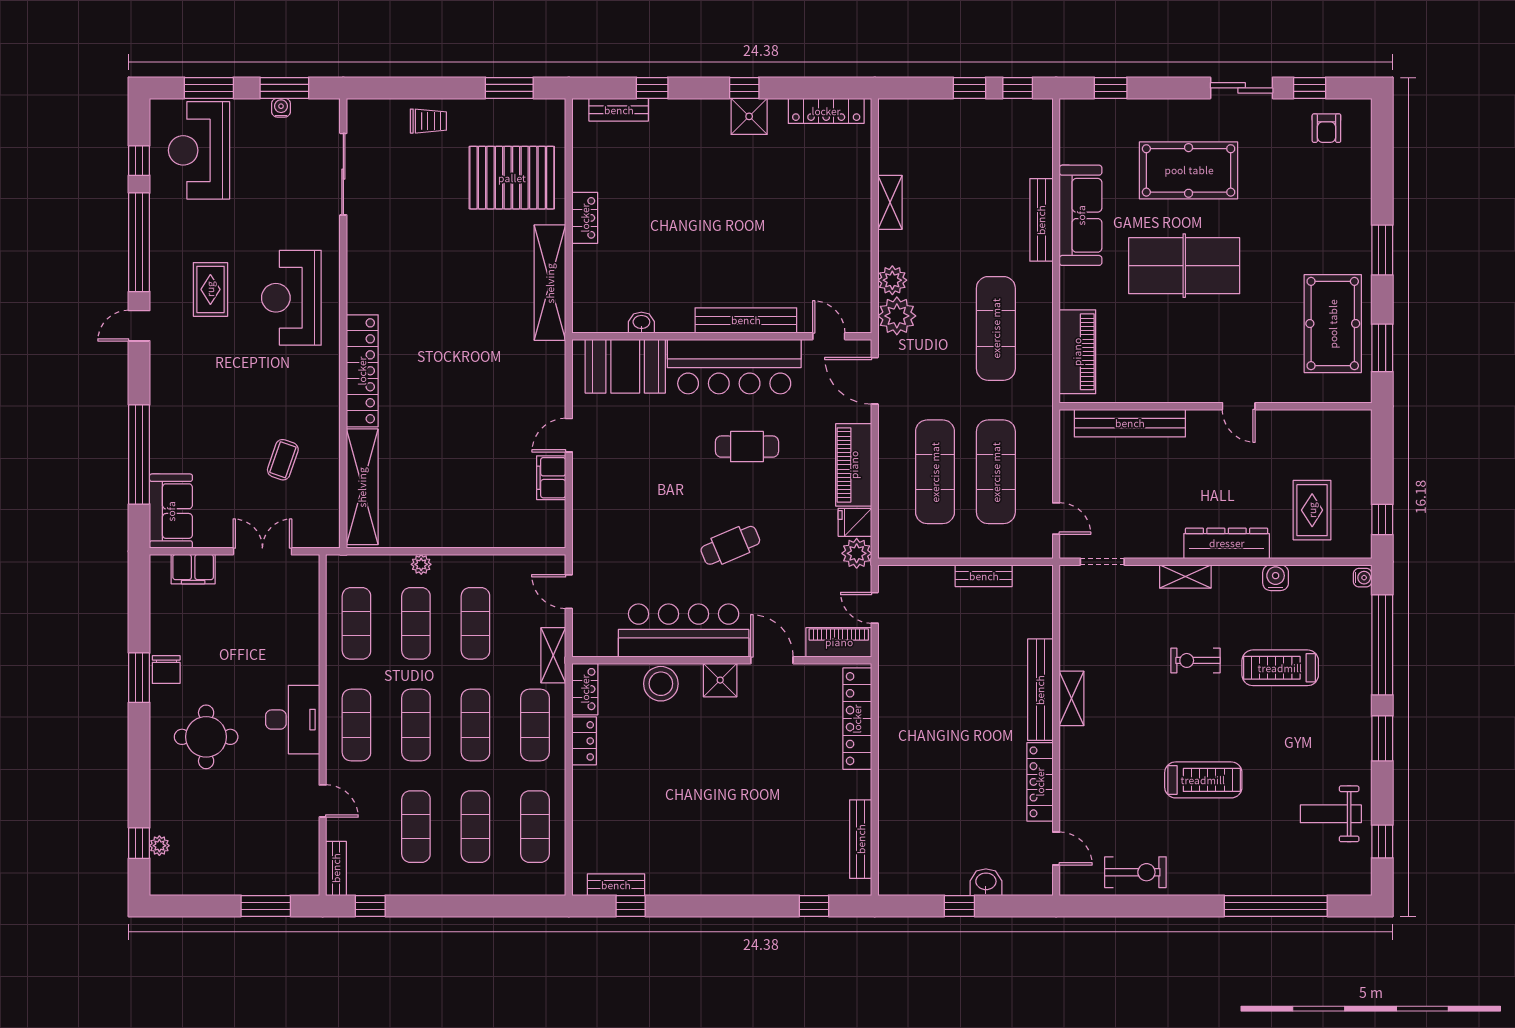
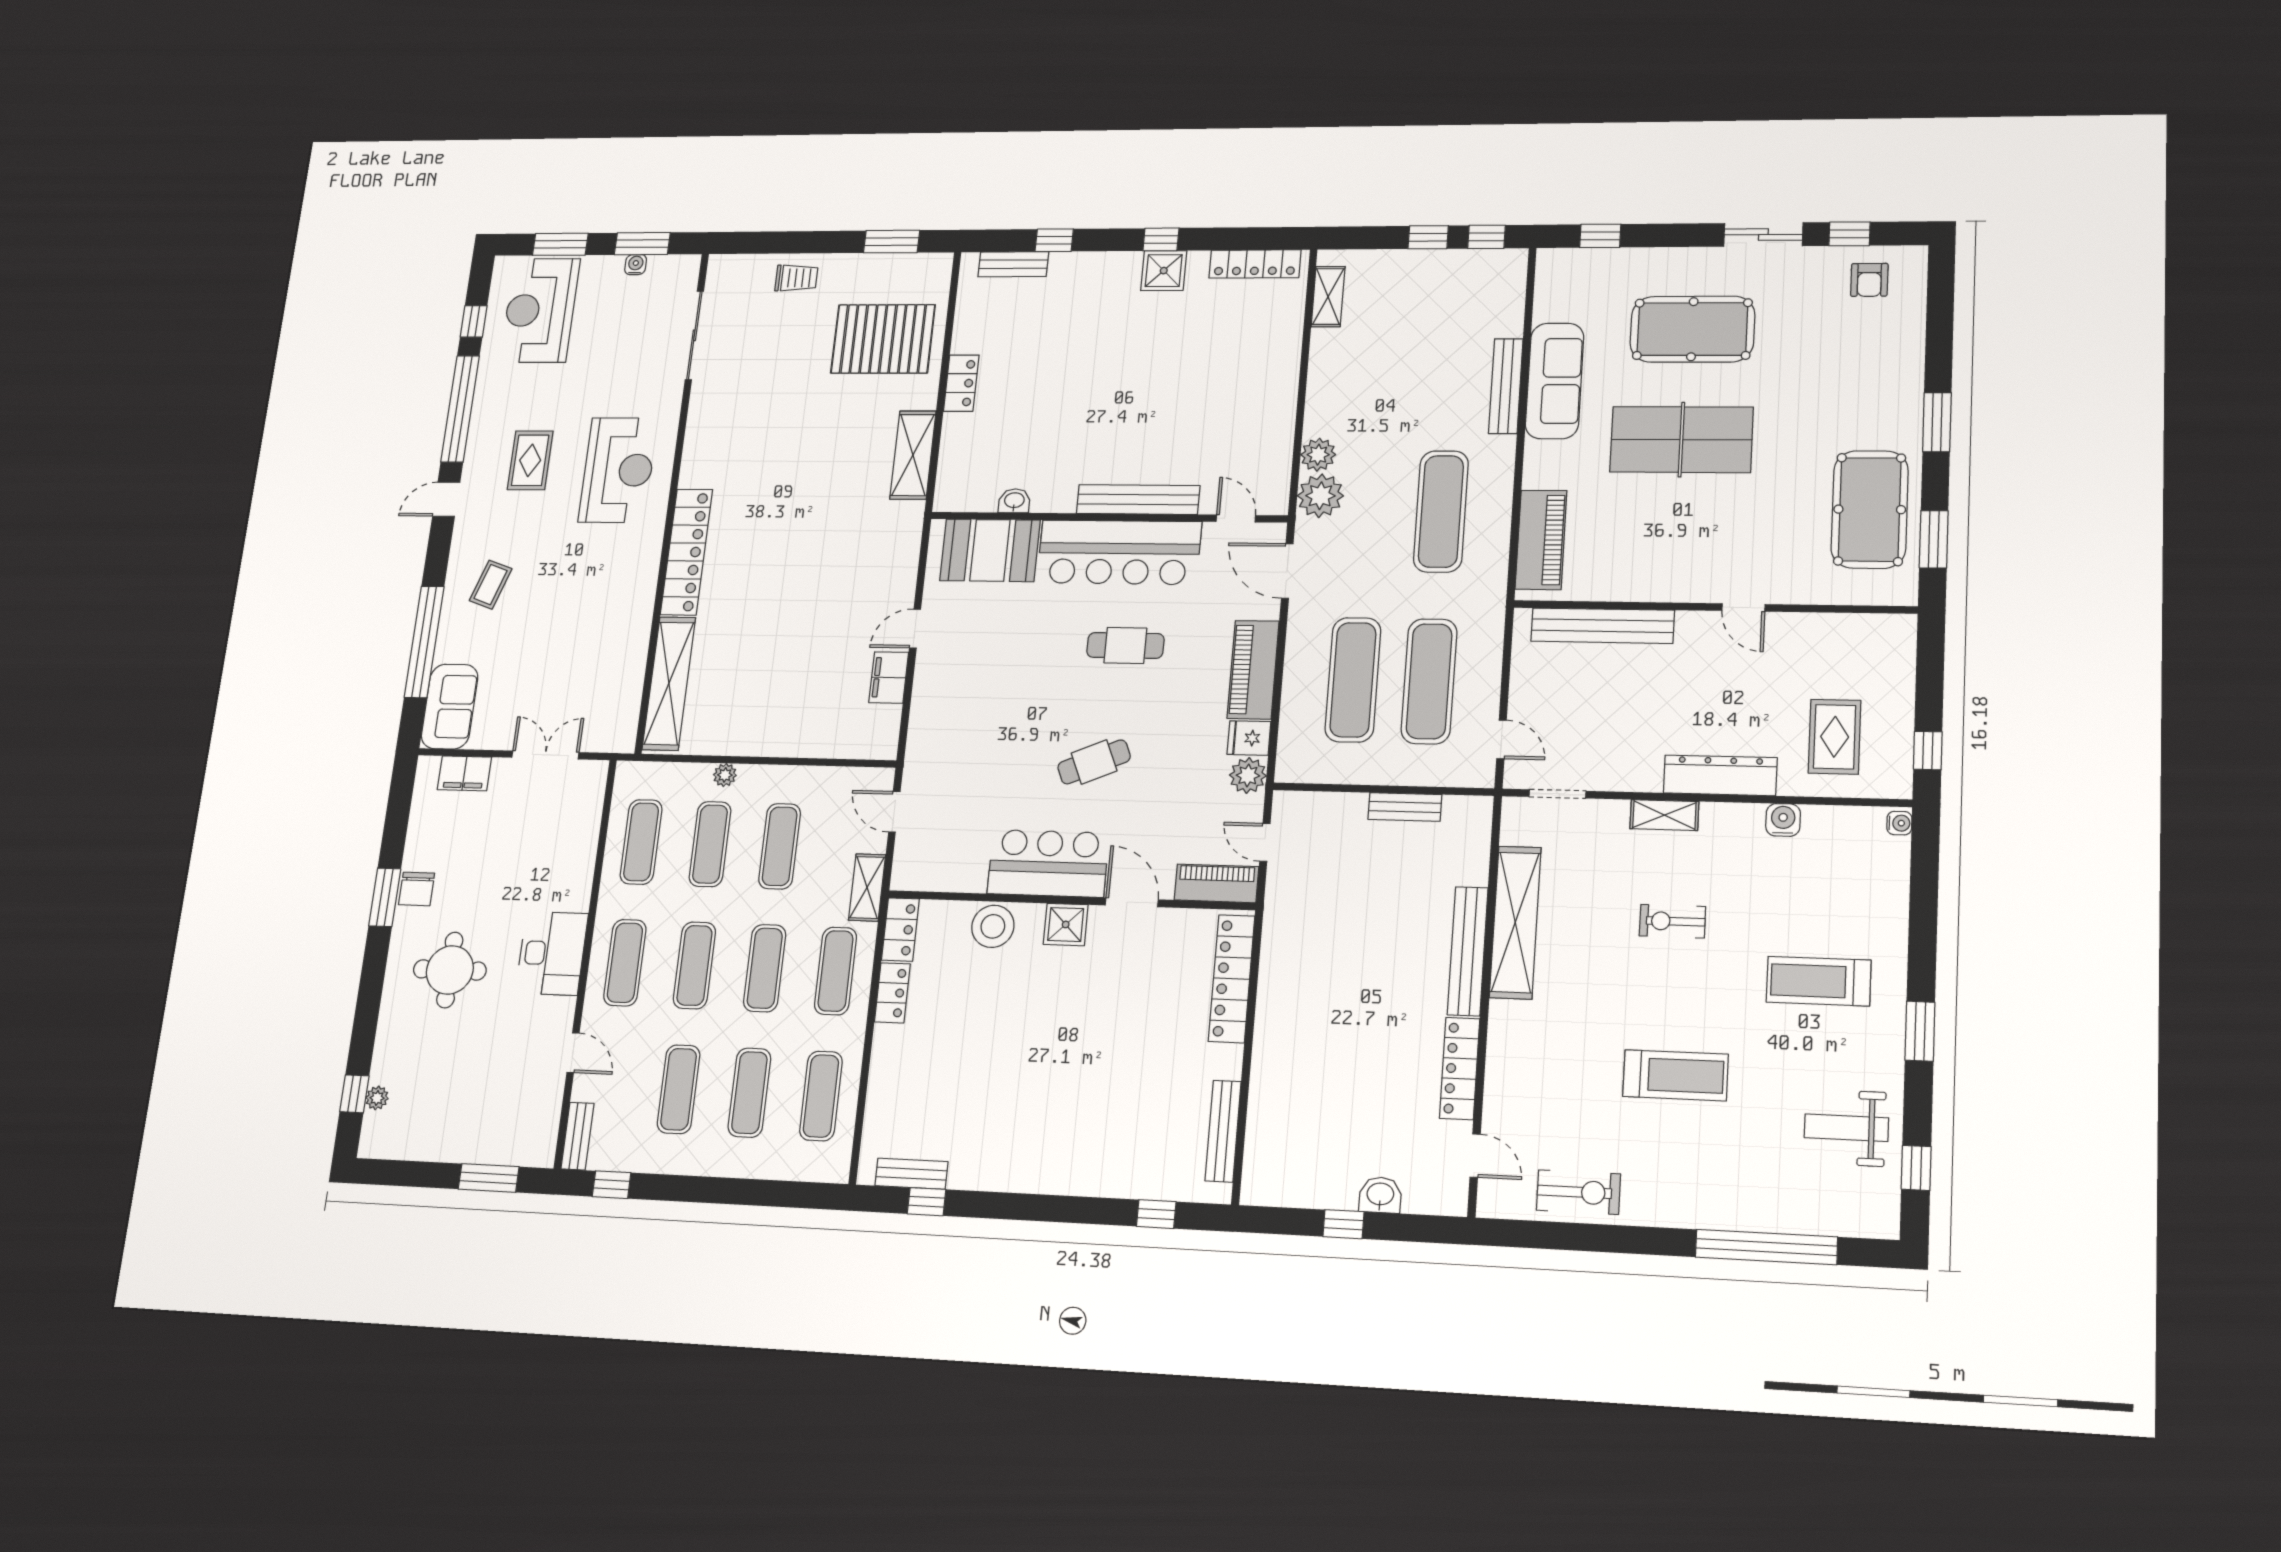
shelving: (890, 202) -> (1328, 297), moved
shelving: (550, 283) -> (913, 455), width x0.68
reception desk: (291, 298) -> (618, 470), turned 180
coffee table: (283, 460) -> (491, 585), moved
bar counter: (684, 631) -> (1048, 863), width x0.73
window: (1382, 645) -> (1923, 910), removed
treadmill: (1280, 668) -> (1819, 981), moved
shelving: (1072, 698) -> (1515, 922), width x2.20, depth x1.33

